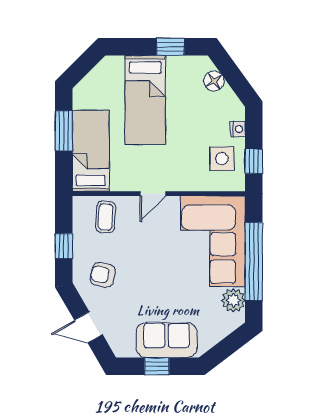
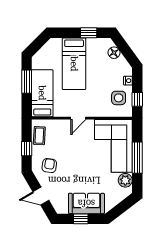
coffee table: (106, 217) -> (39, 136), moved
window: (254, 261) -> (137, 158), width x0.68
armchair: (103, 275) -> (49, 166), turned 86

